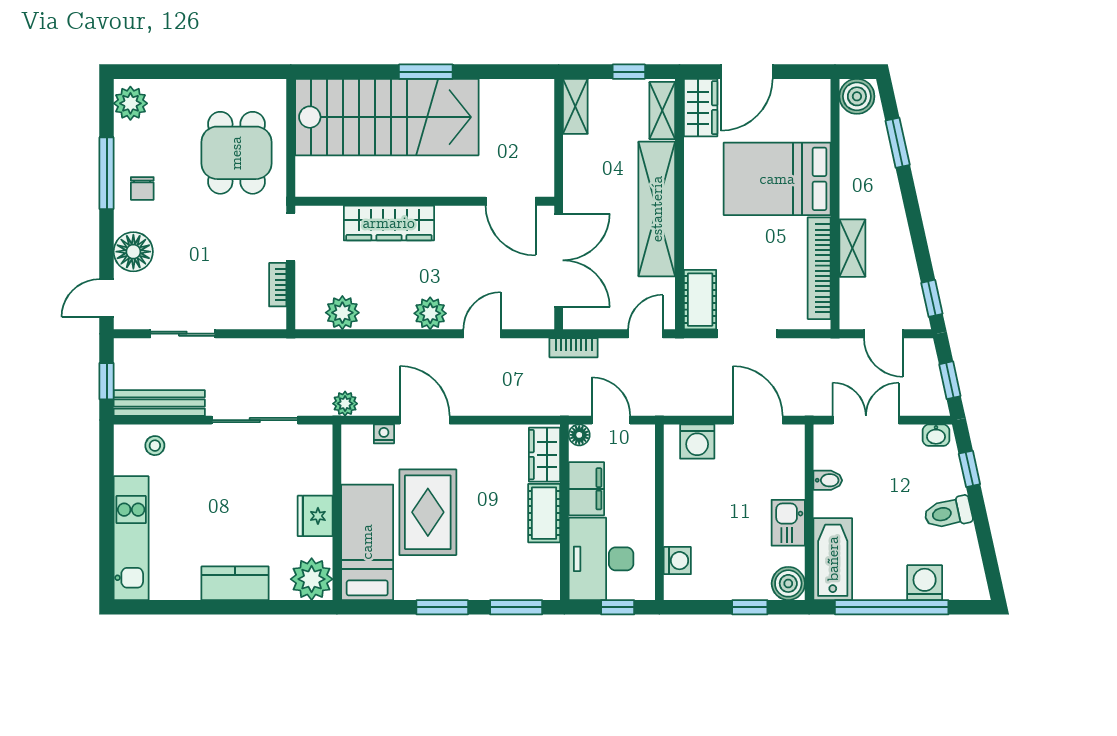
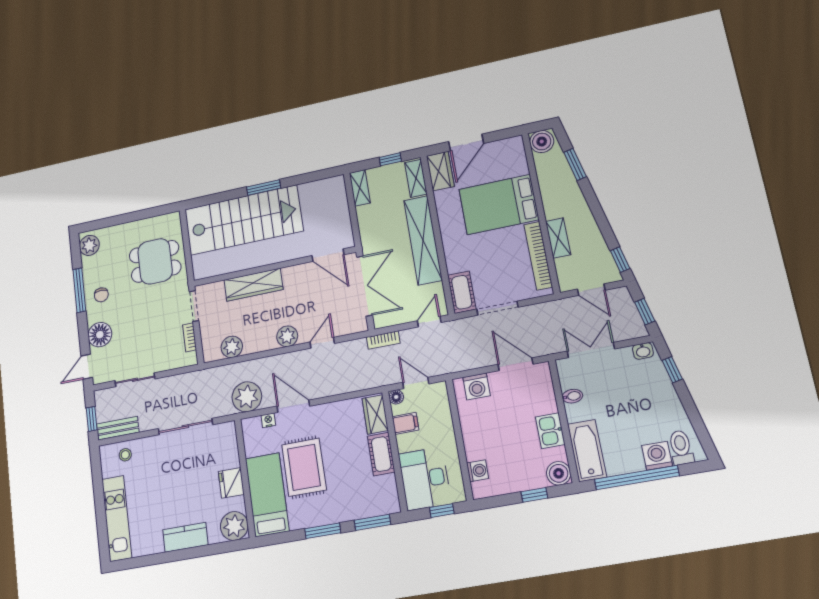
dining table: (236, 153) -> (155, 261), turned 90
bench: (159, 403) -> (118, 428), width x0.73
plant: (345, 404) -> (247, 397), width x1.88, depth x1.88
filing cabinet: (586, 489) -> (405, 423), width x0.50
toilet: (948, 513) -> (681, 447), moved, turned 102

